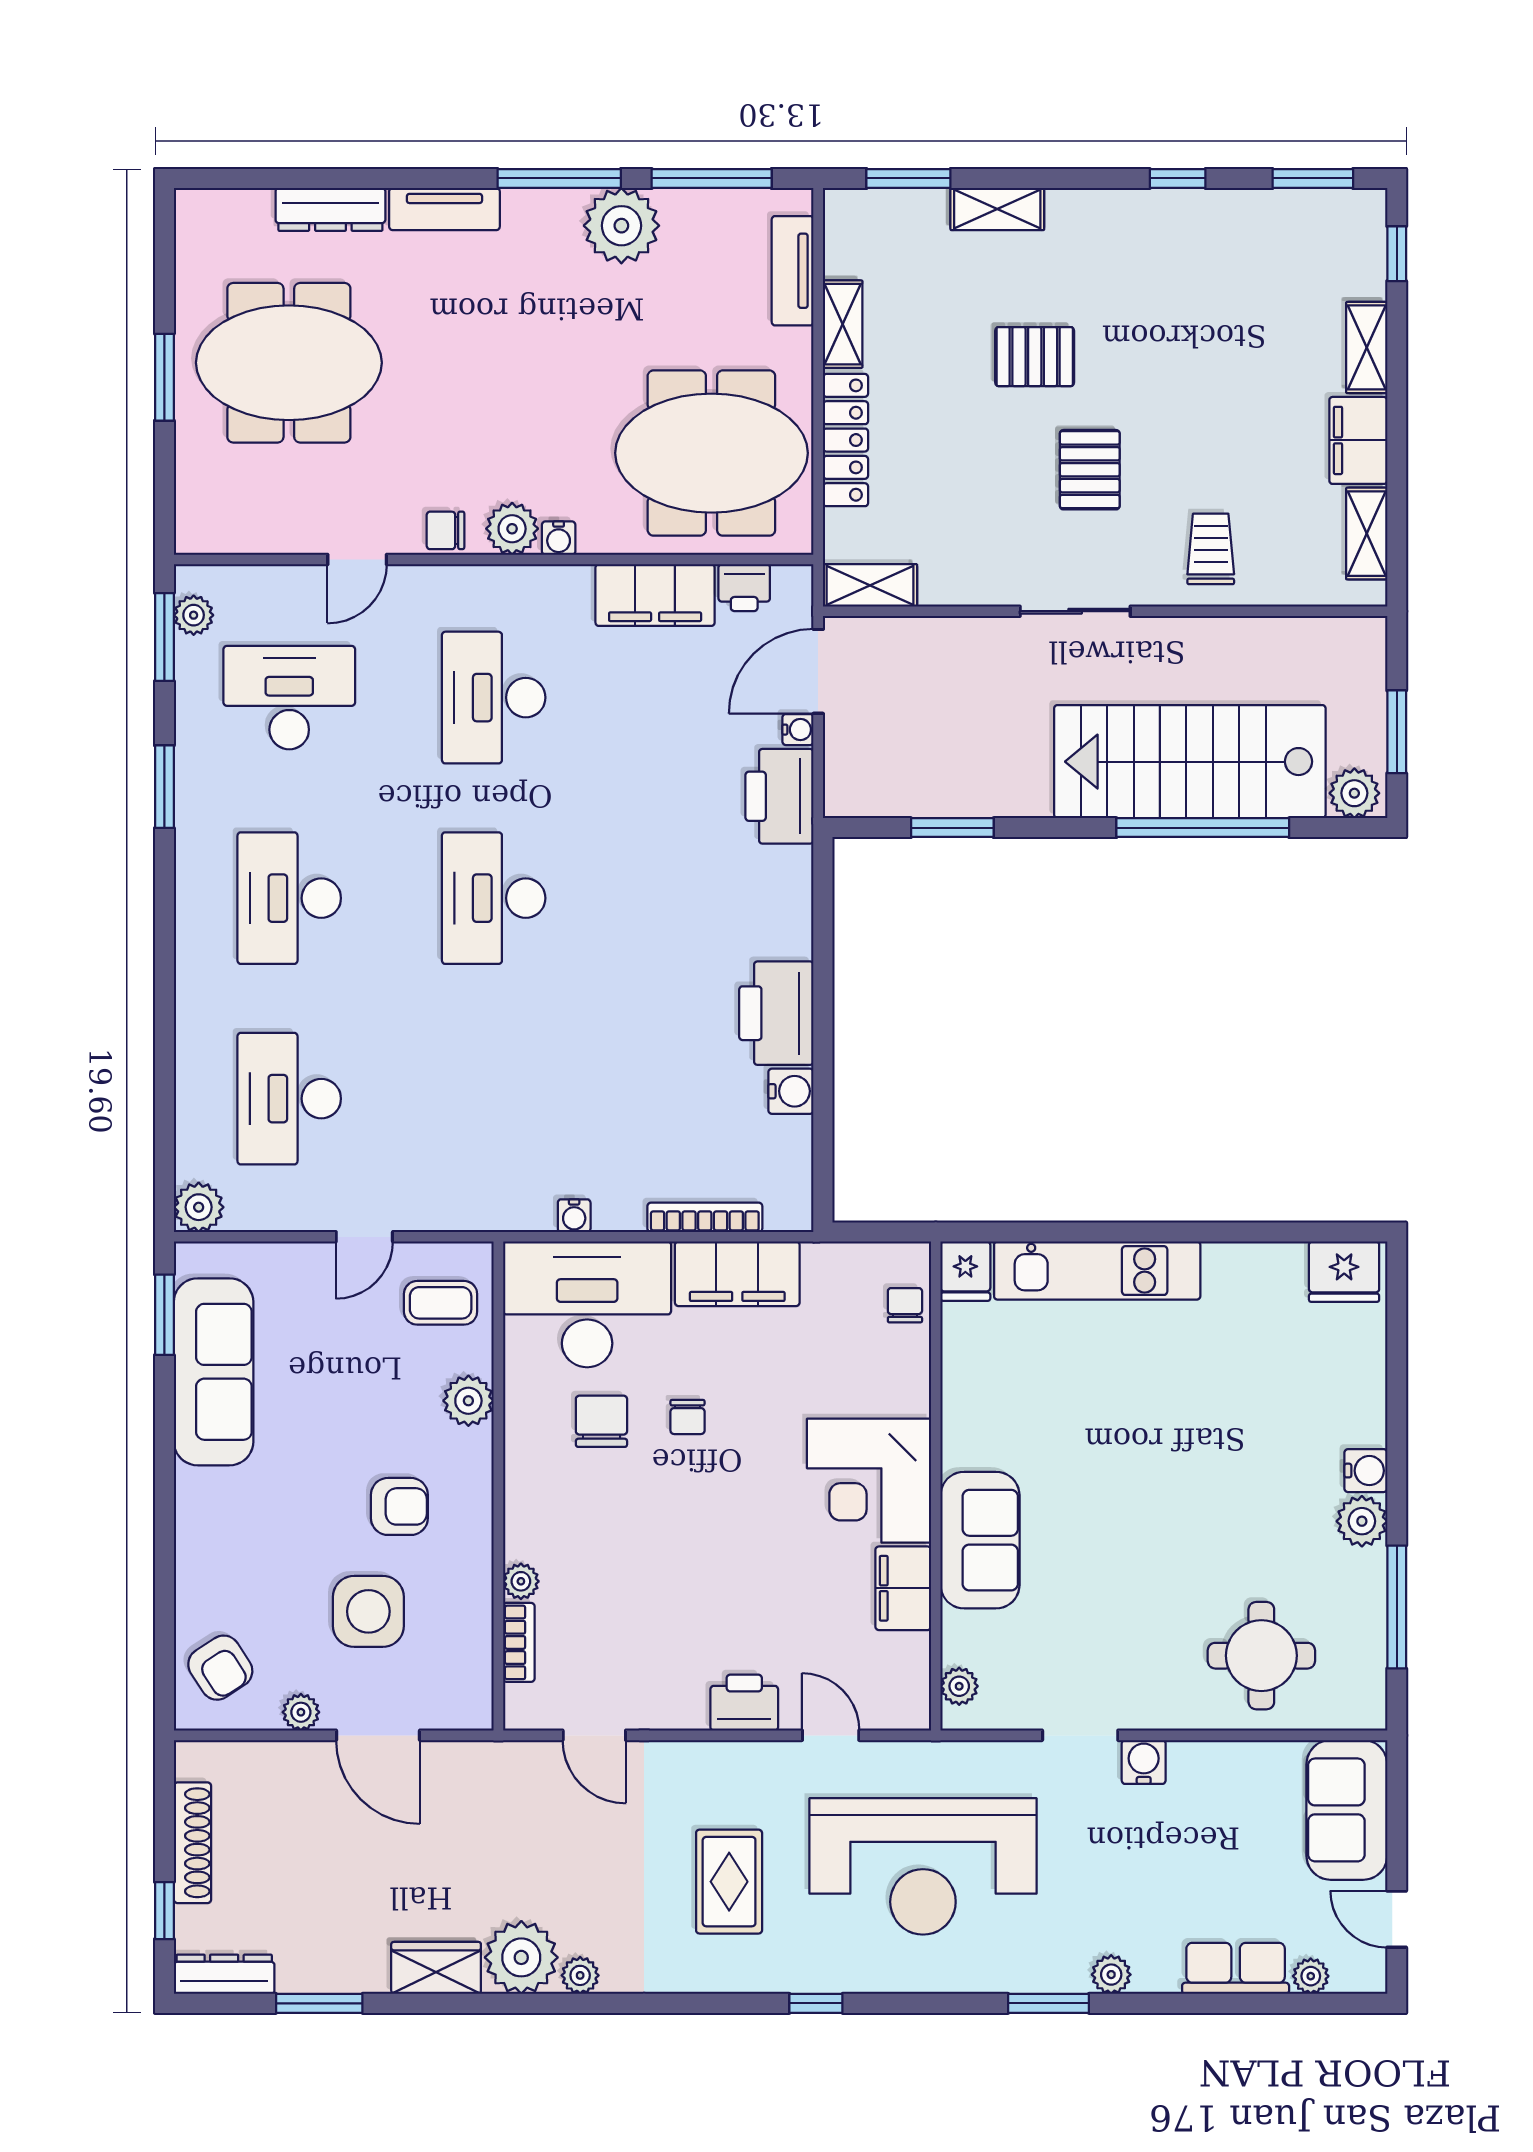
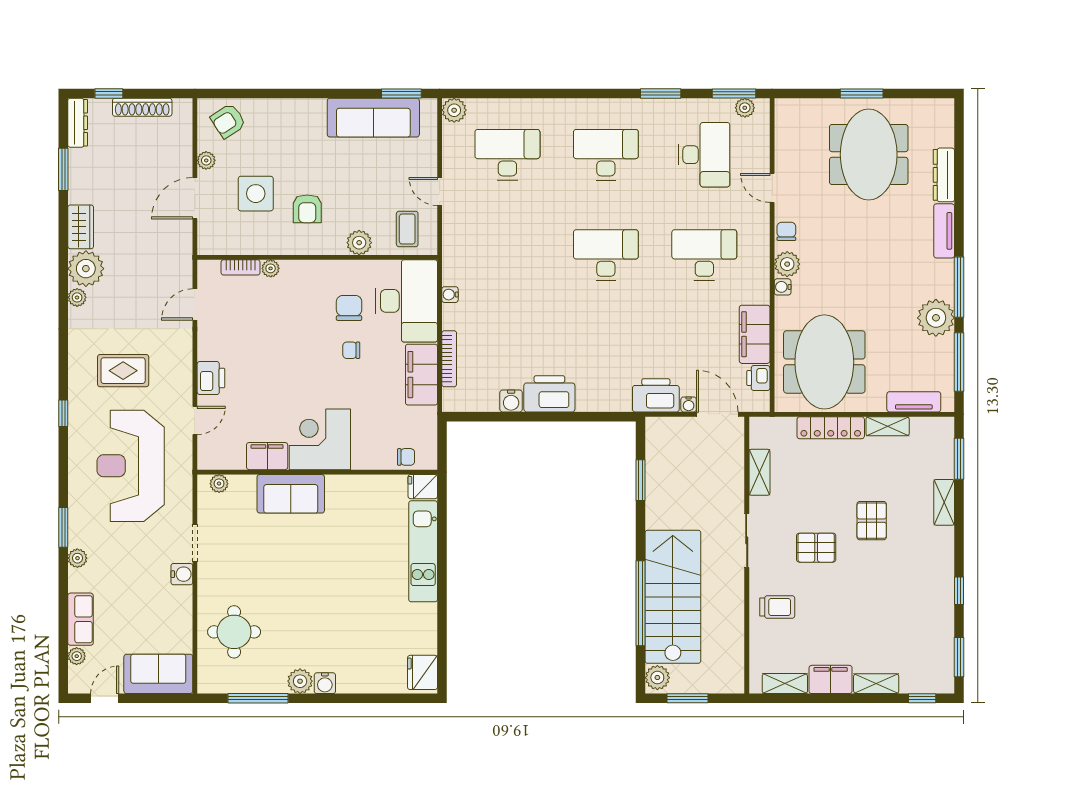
shelving: (870, 585) -> (759, 472), moved
chair: (601, 1421) -> (349, 308), turned -90

